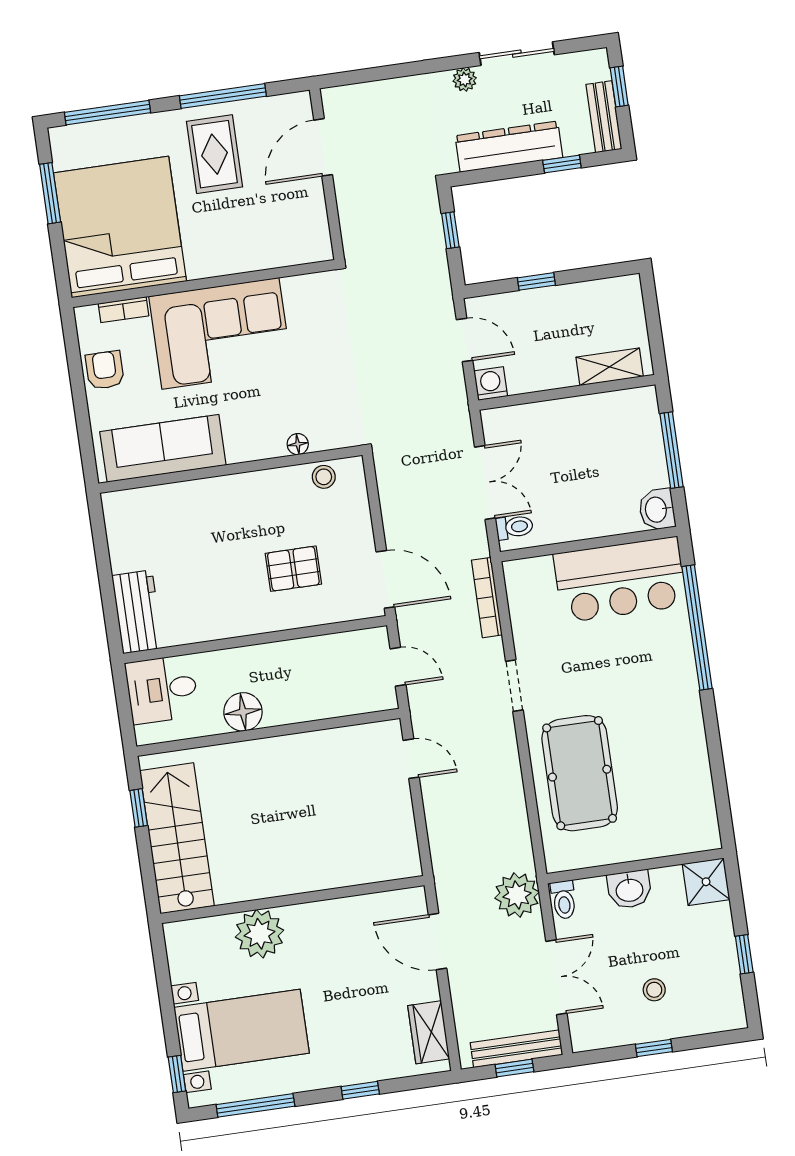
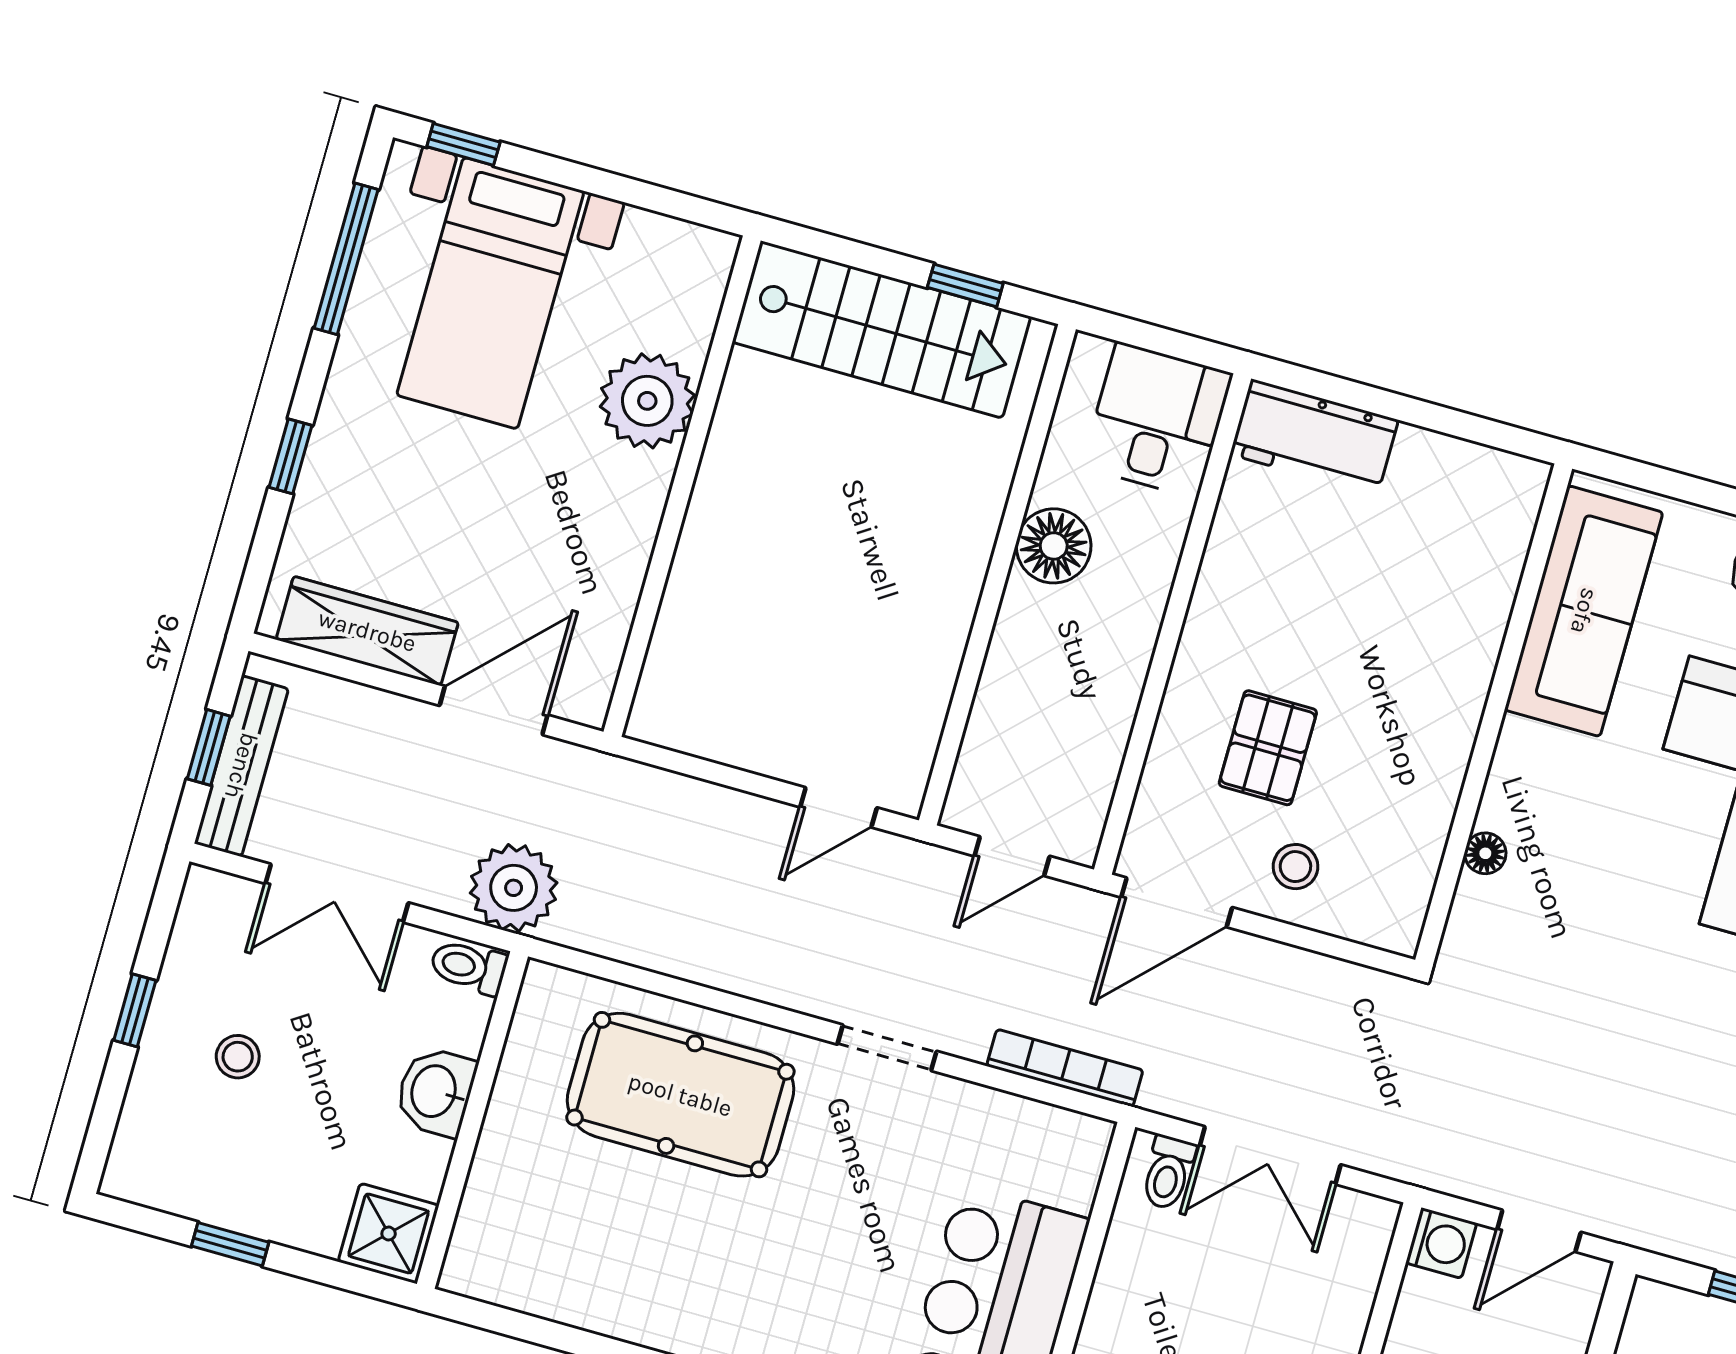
stool: (324, 477) -> (1295, 867), moved
wardrobe: (429, 1032) -> (367, 631), width x1.50

